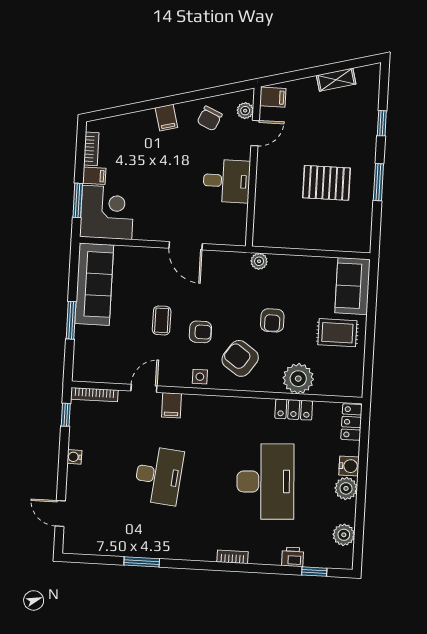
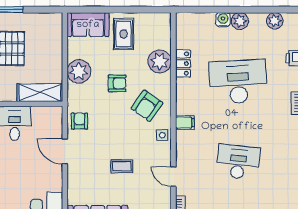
shelving: (266, 217) -> (40, 93), added
door: (186, 246) -> (65, 151), swing flipped
plant: (259, 261) -> (79, 71), moved, width x1.87, depth x1.87
armchair: (200, 332) -> (79, 121), moved
filing cabinet: (171, 405) -> (185, 123), moved
locker: (351, 422) -> (190, 20), removed

